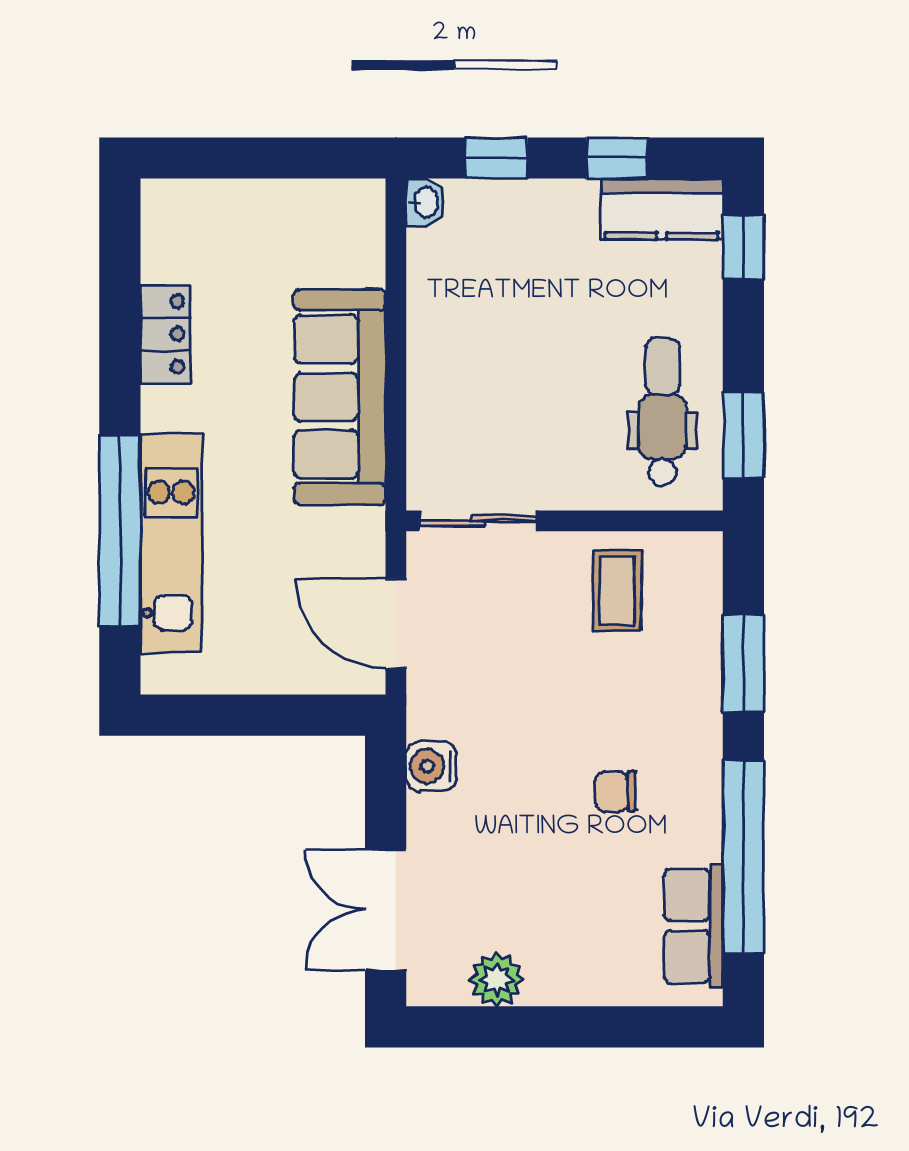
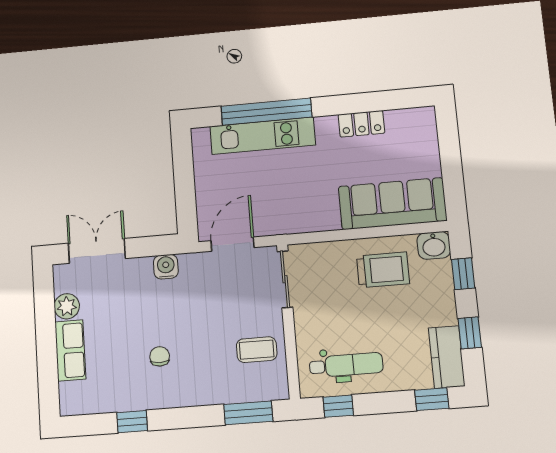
washbasin: (425, 202) -> (434, 245), width x1.38, depth x1.45
trolley: (475, 319) -> (383, 270), added
sofa: (340, 397) -> (392, 204), moved
window: (743, 435) -> (338, 406), width x0.67
window: (743, 663) -> (248, 413), moved
window: (743, 857) -> (132, 422), width x0.32
row of seats: (694, 926) -> (70, 350), moved, turned 90

